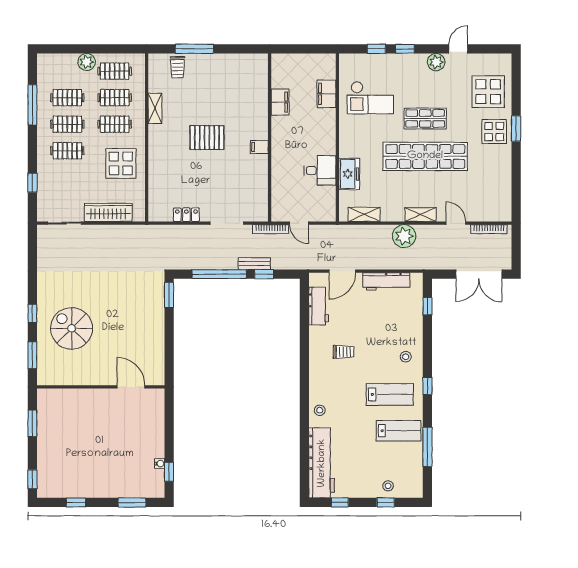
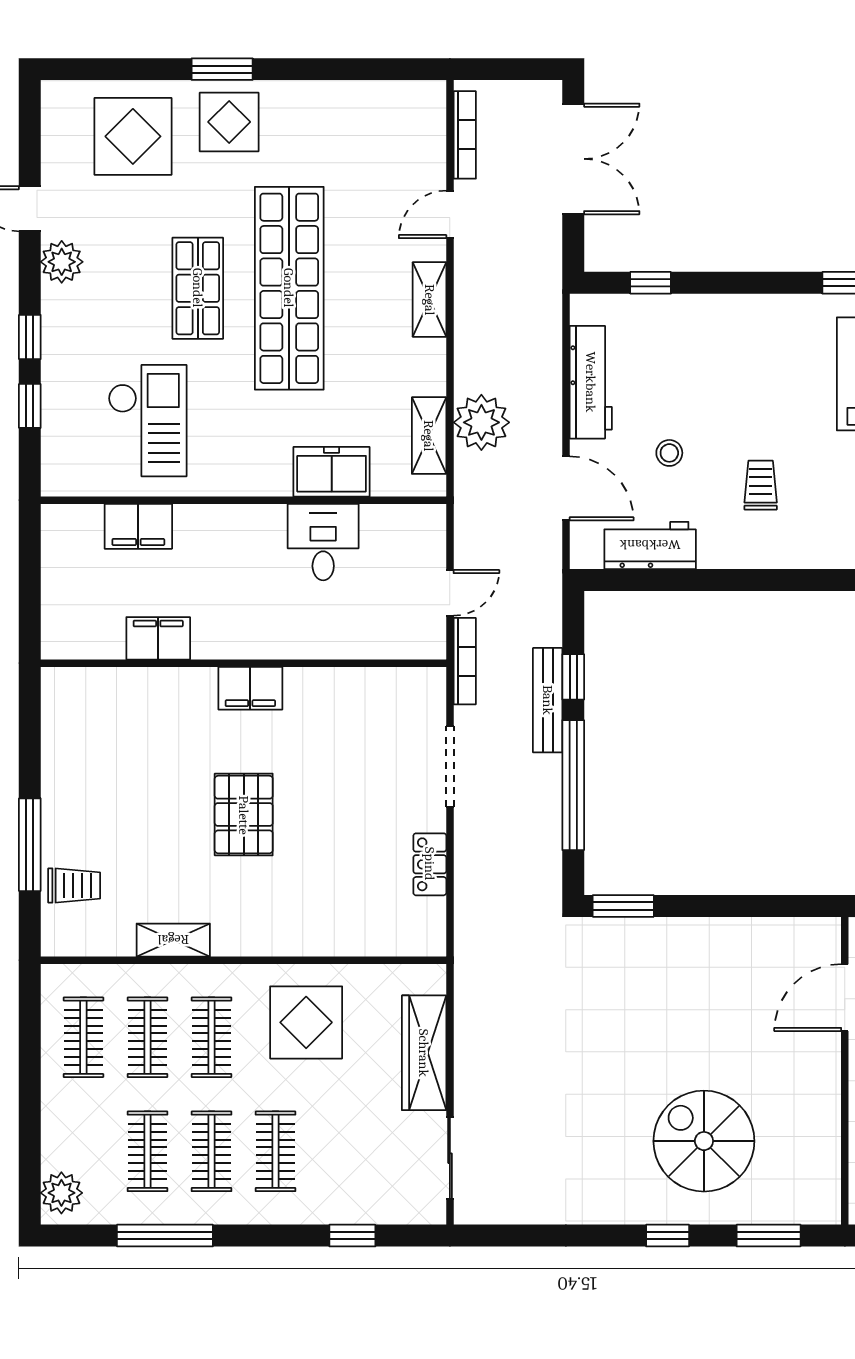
plant: (87, 62) -> (61, 1193), moved
filing cabinet: (259, 147) -> (250, 688), width x2.00
plant: (404, 236) -> (481, 422), moved
bench: (254, 264) -> (548, 700), width x1.36
spiral stairs: (72, 328) -> (704, 1141), turned 90
stool: (406, 357) -> (669, 453), moved

